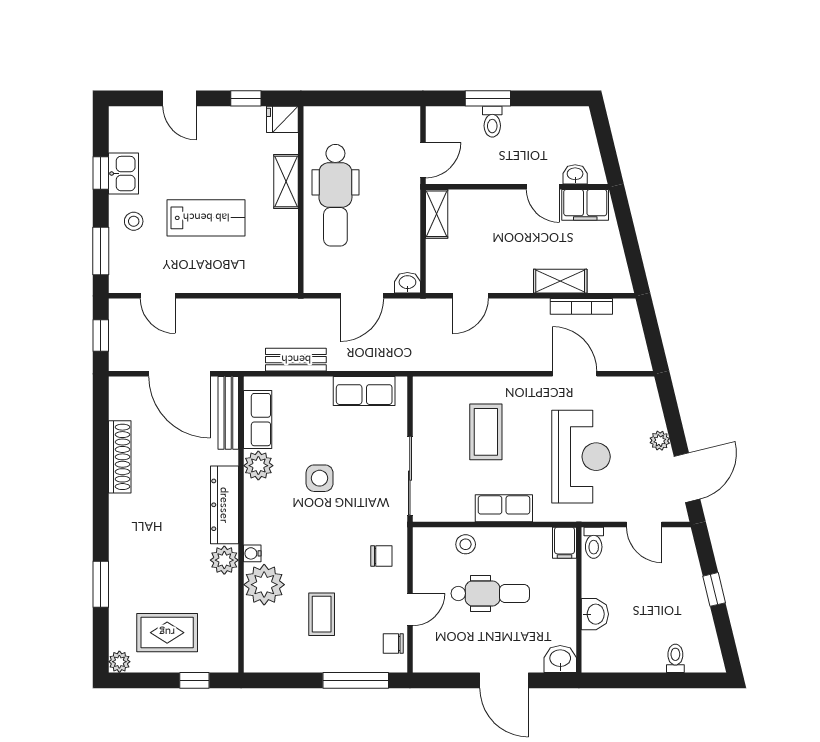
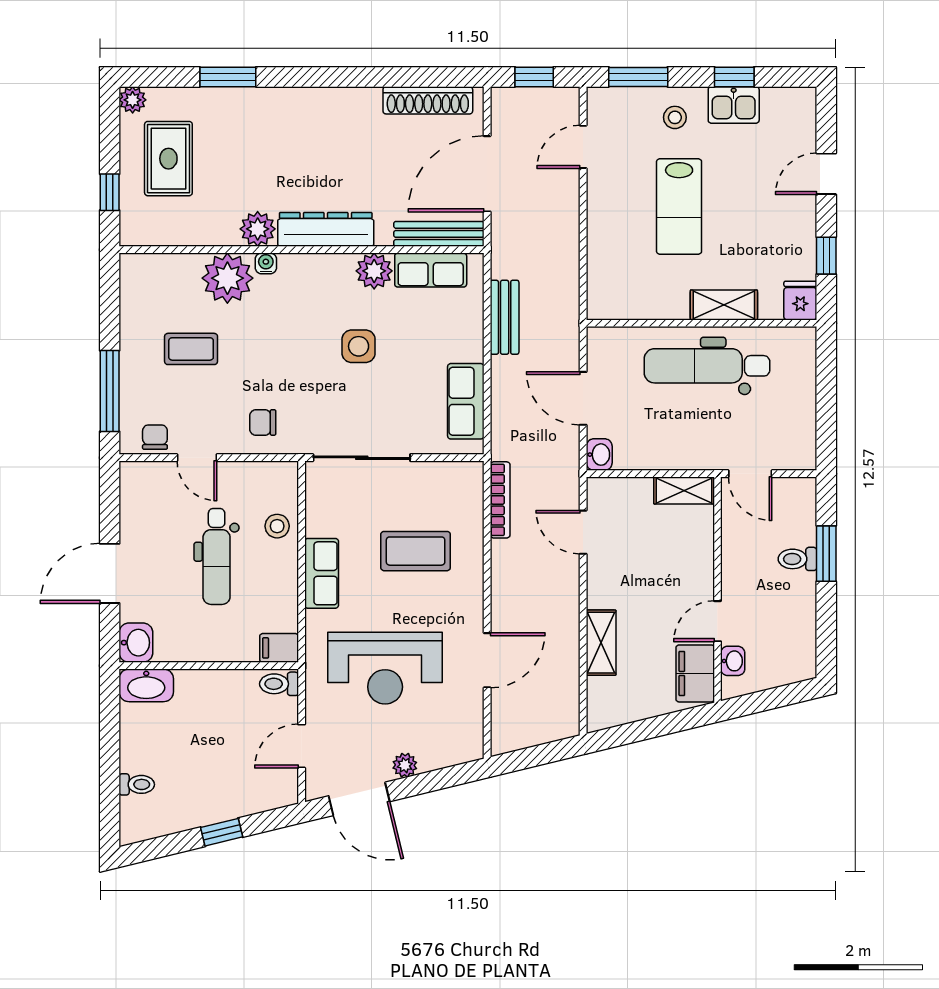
bookcase: (581, 306) -> (500, 500), moved, turned 180
shoe rack: (120, 457) -> (428, 100), moved
chair: (381, 556) -> (263, 422), turned 90
washbasin: (595, 614) -> (146, 685), moved, width x1.38

